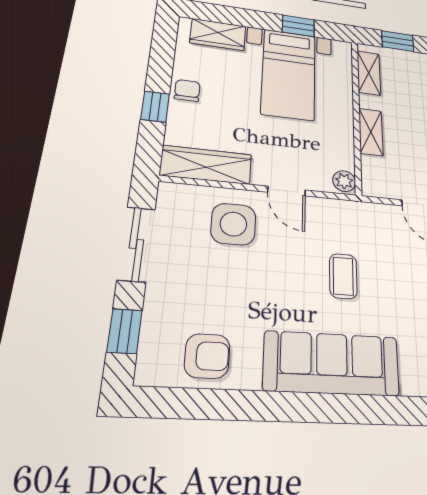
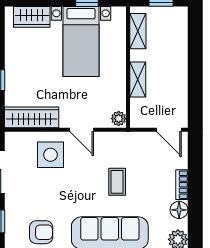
chair: (187, 90) -> (15, 65), removed

